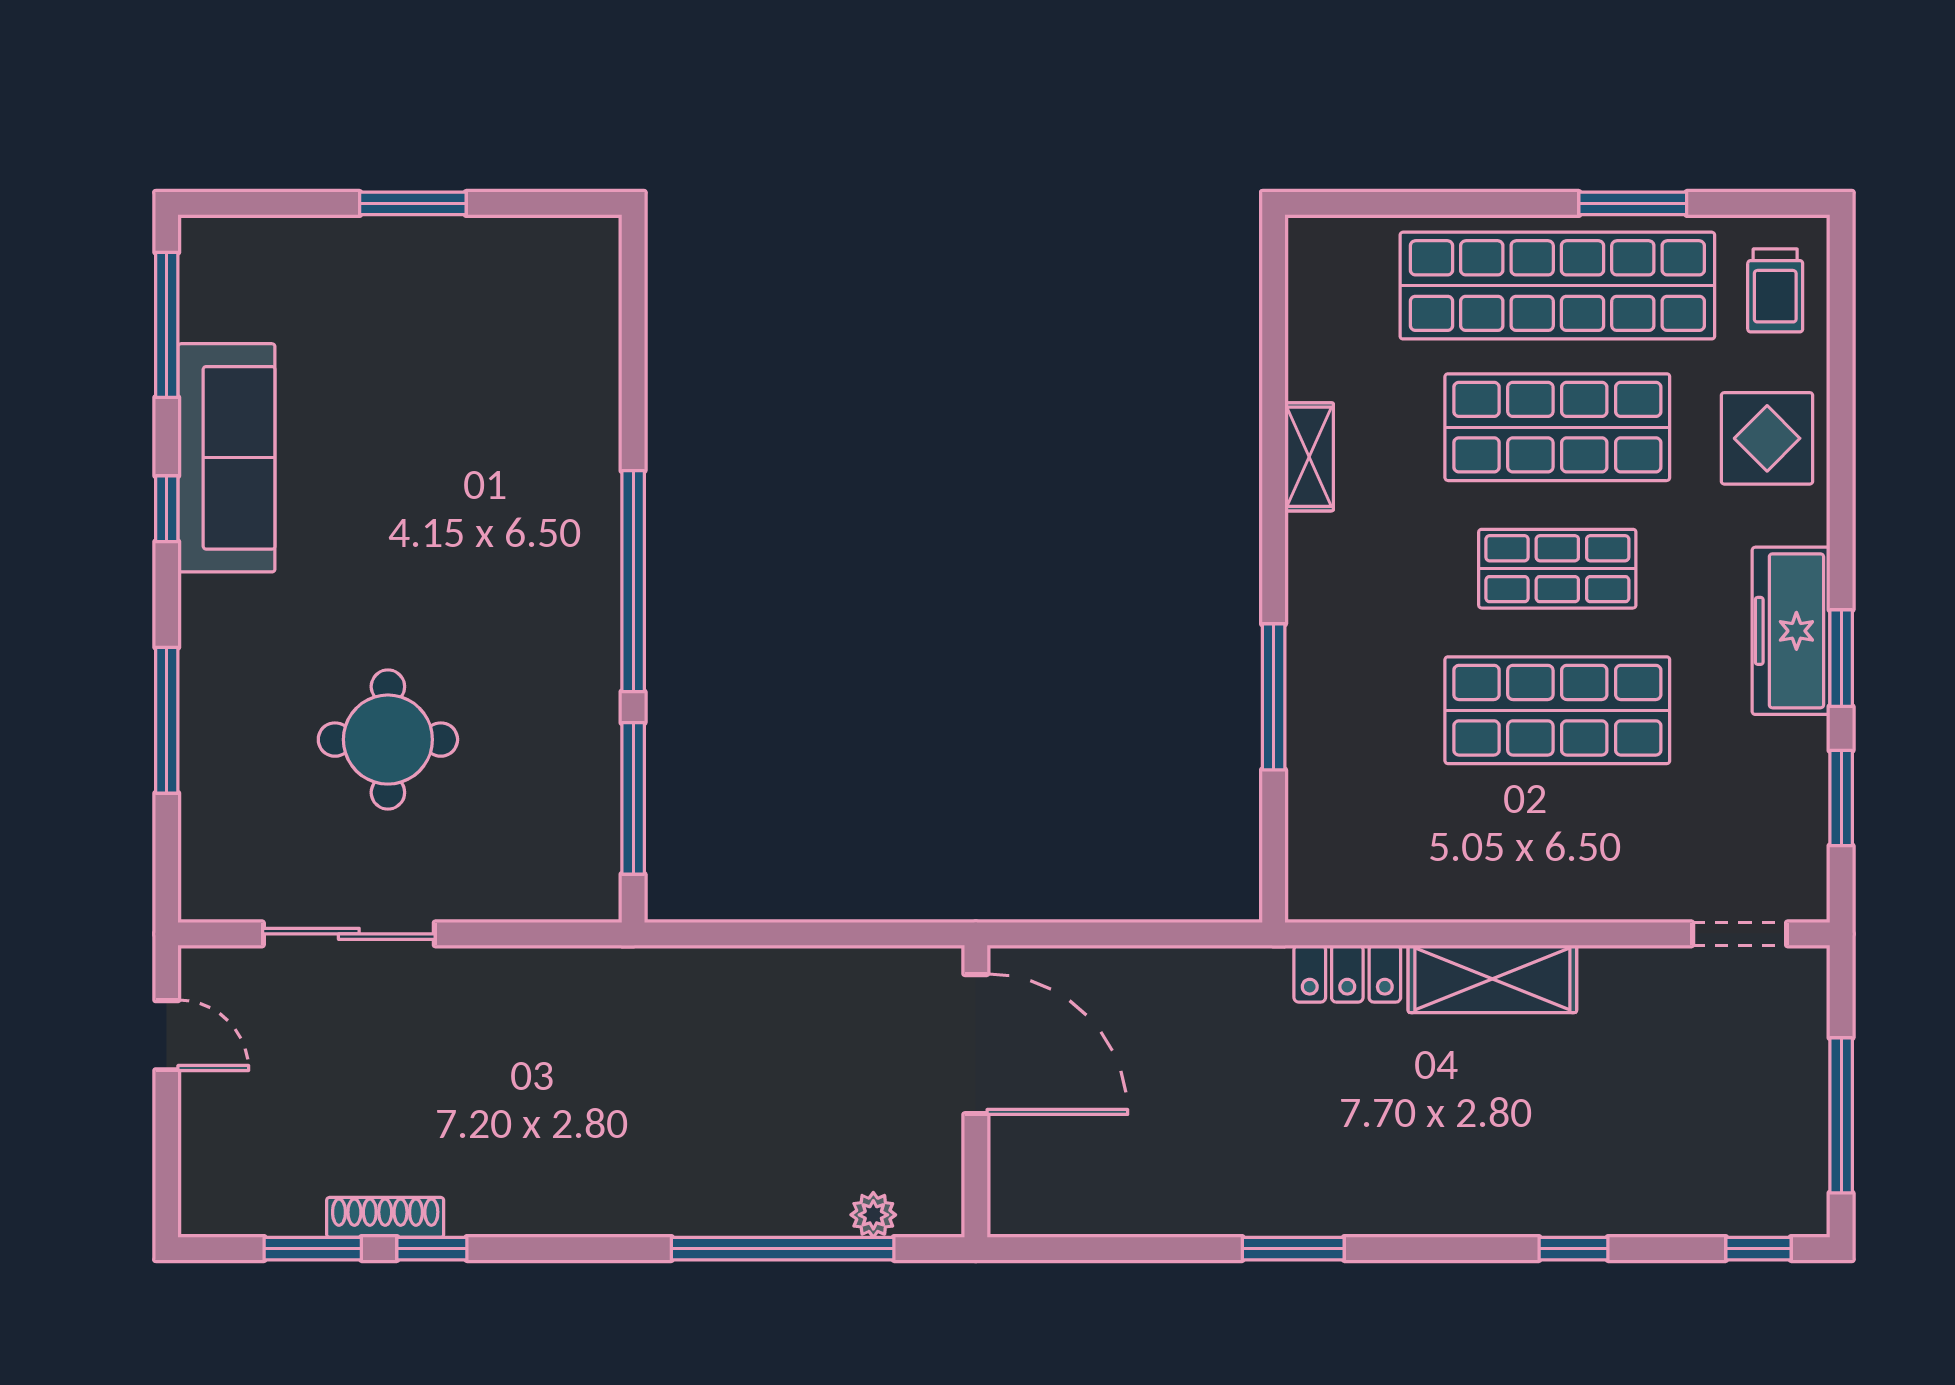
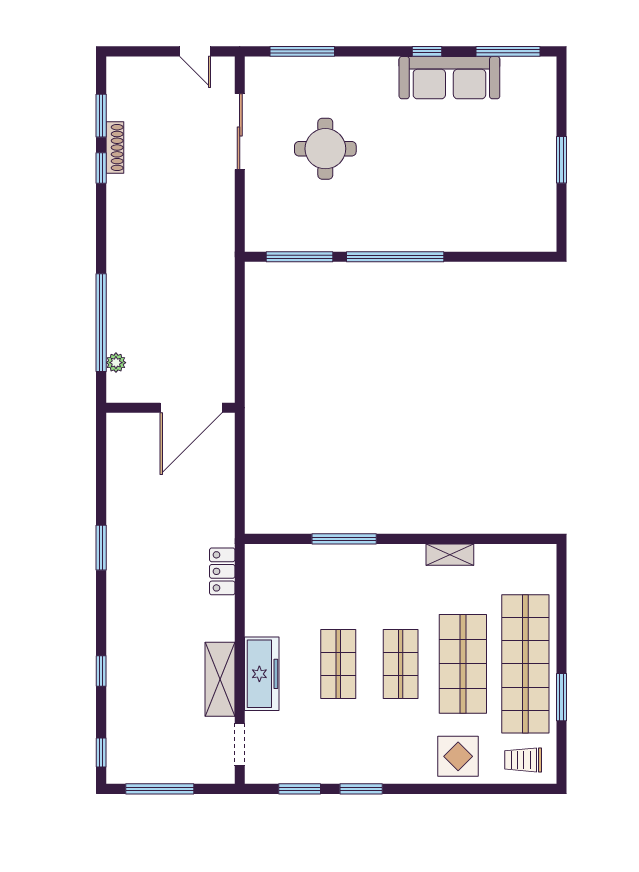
freezer: (1791, 631) -> (262, 674), moved, turned 90
shop shelf: (1557, 710) -> (338, 664), width x0.70, depth x0.74
window: (167, 720) -> (302, 51), moved
shelving: (1492, 979) -> (220, 679), moved
door: (167, 1035) -> (195, 51), hinge flipped

